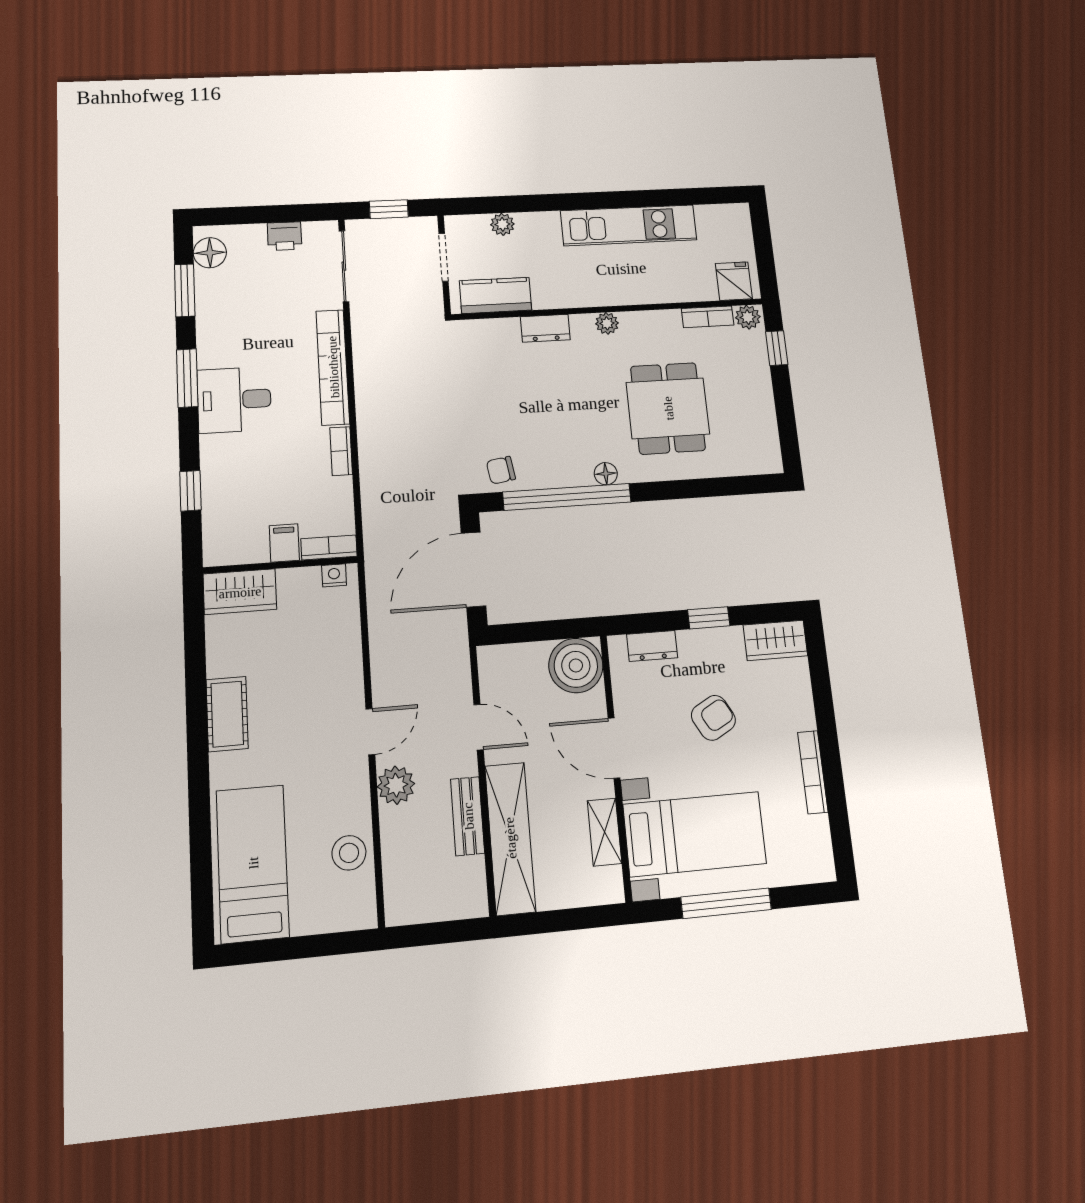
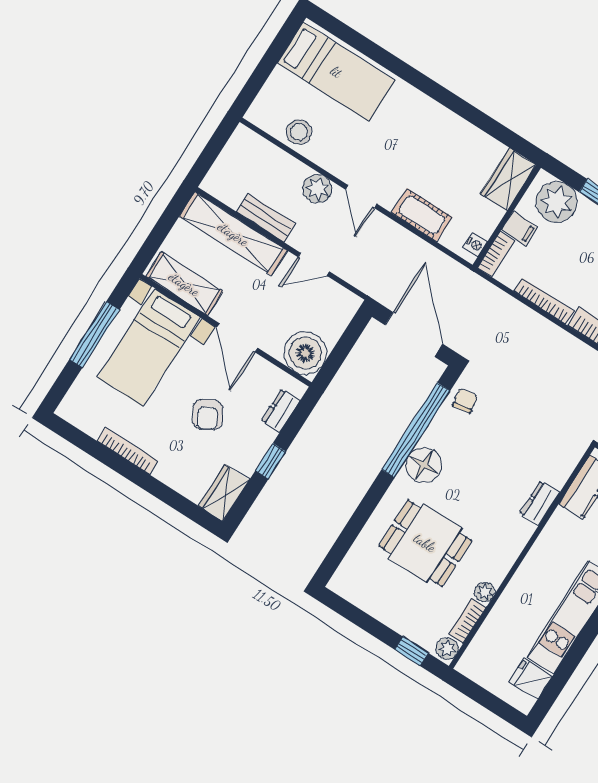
fridge: (734, 281) -> (531, 679), moved, turned 180
plant: (607, 323) -> (484, 592), moved
bookcase: (341, 451) -> (544, 301), width x1.56
floor lamp: (606, 474) -> (424, 465), width x1.89, depth x1.89
plant: (228, 525) -> (557, 202), added
cot: (227, 714) -> (422, 215), moved
door: (614, 748) -> (237, 338), swing flipped
shelving: (605, 832) -> (184, 284), width x1.50, depth x1.33

